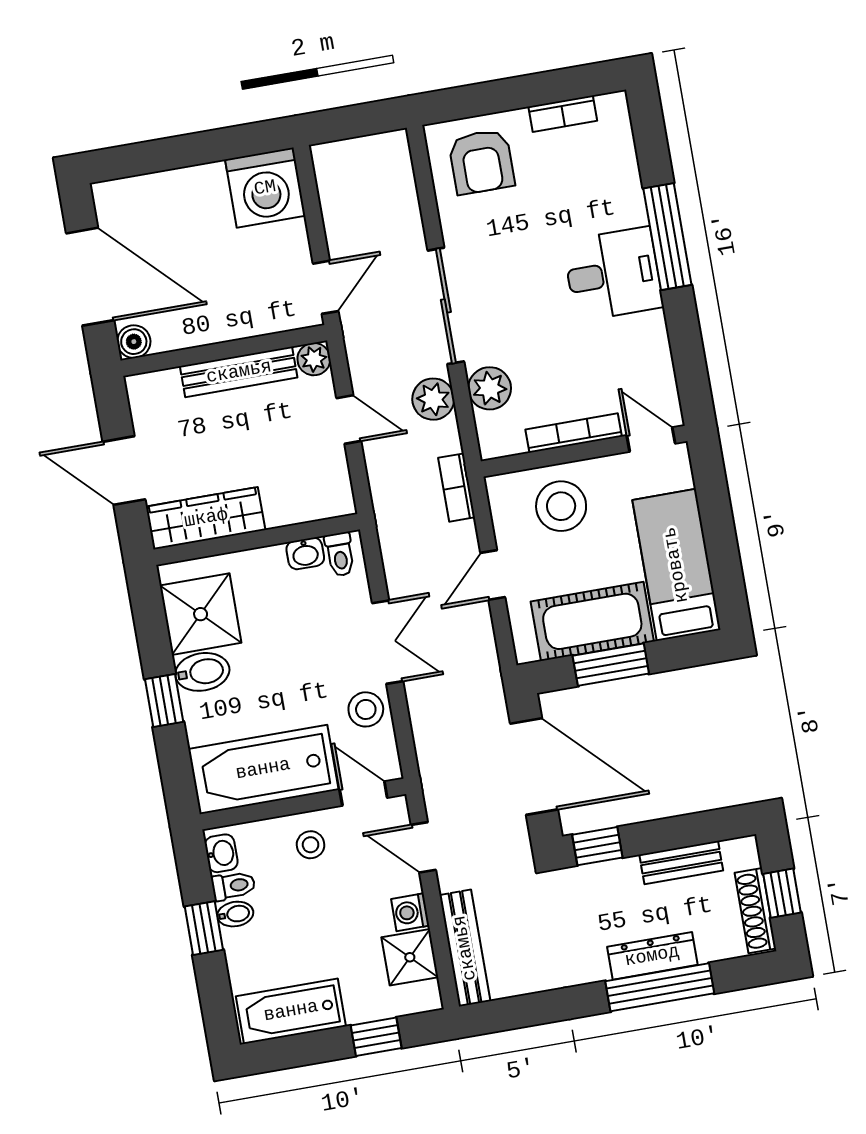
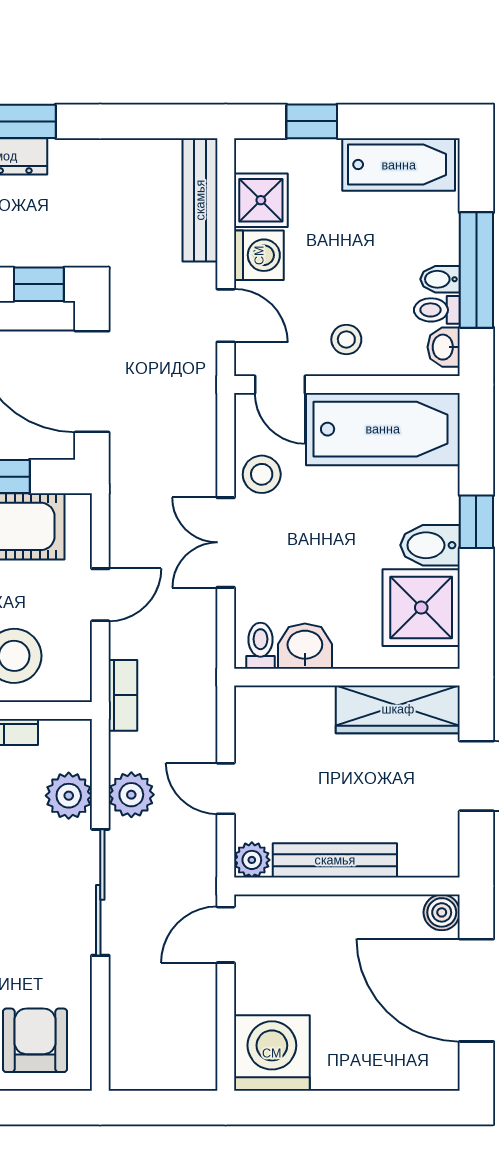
washbasin: (305, 553) -> (305, 646), width x1.38, depth x1.45
washing machine: (410, 912) -> (259, 255), width x1.38, depth x1.38
window: (204, 928) -> (476, 270), width x2.17

